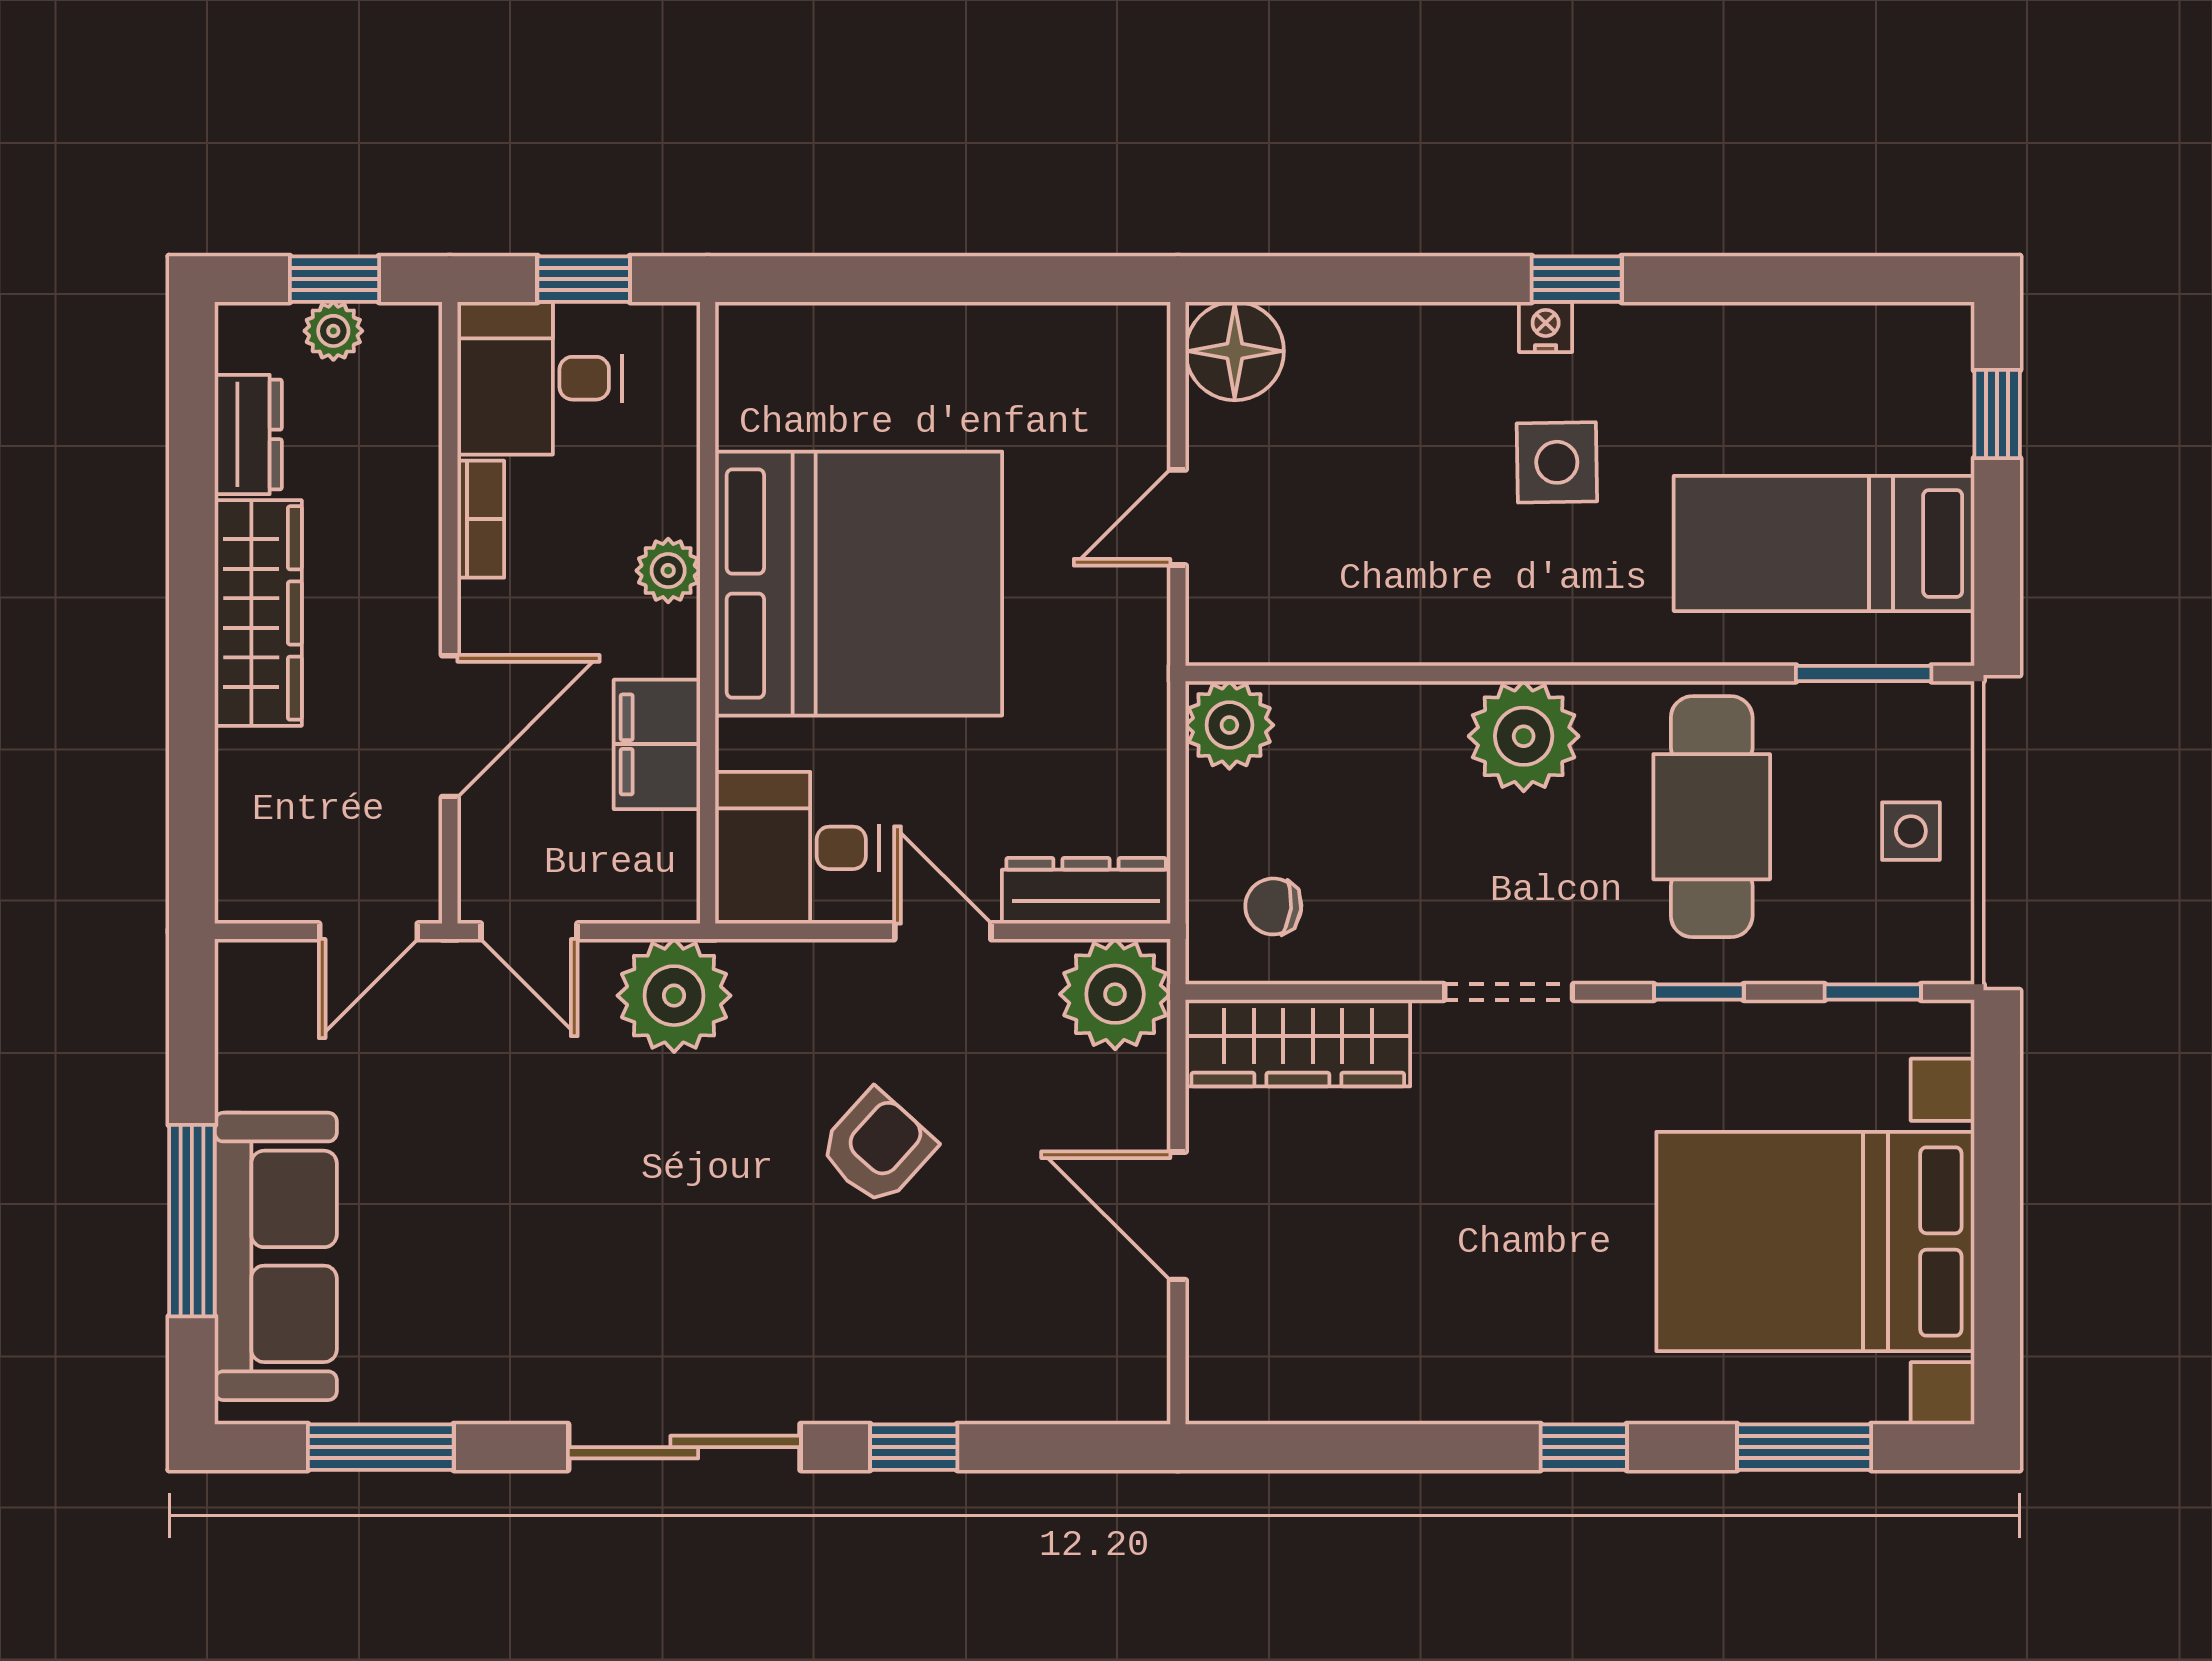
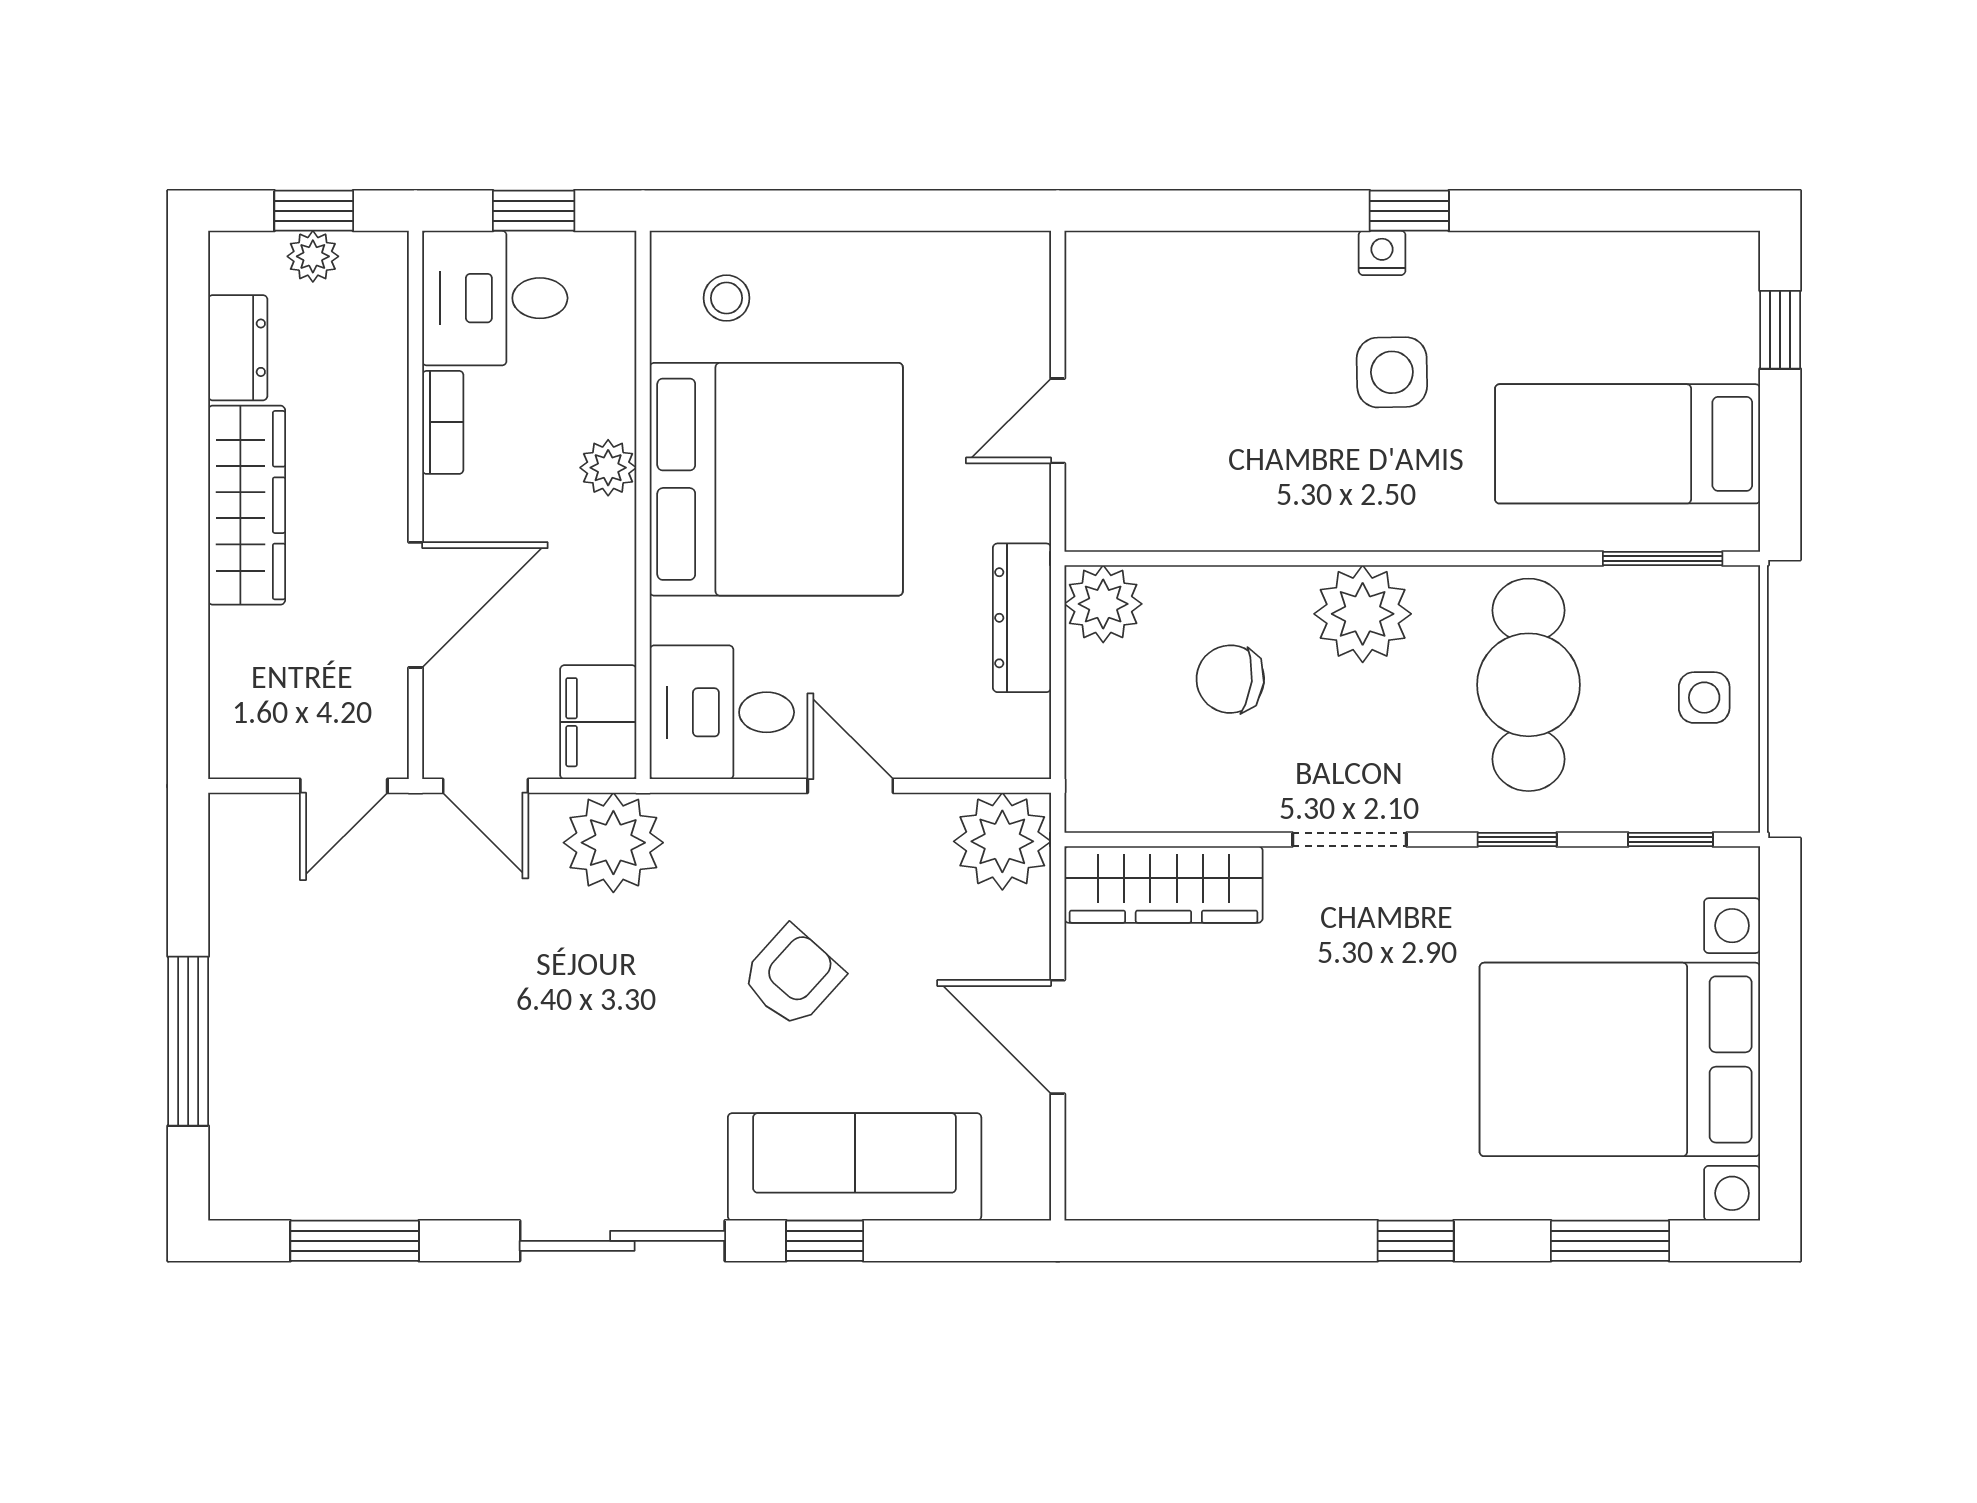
floor lamp: (1235, 351) -> (1108, 274), removed
stool: (802, 378) -> (726, 298), added
filing cabinet: (657, 744) -> (598, 722), moved
dresser: (1086, 891) -> (1022, 618), moved, turned -90
chair: (1273, 906) -> (1230, 679), moved, width x1.37, depth x1.37
sofa: (276, 1256) -> (855, 1167), moved, turned -90

